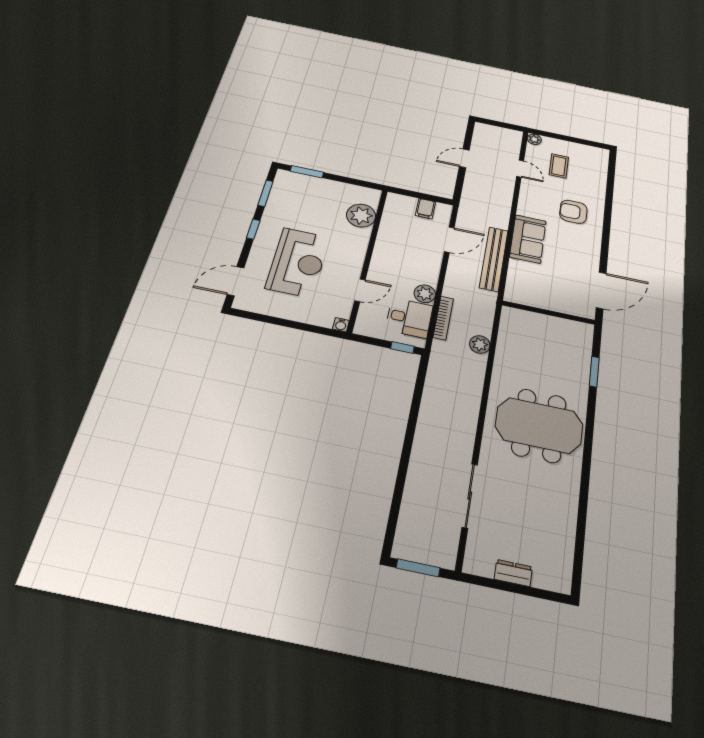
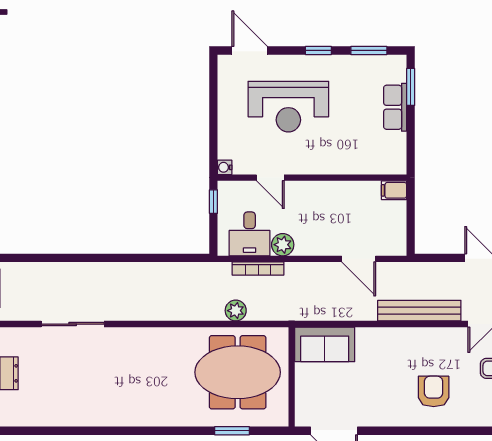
row of seats: (321, 186) -> (395, 107), added
filing cabinet: (425, 209) -> (394, 190), moved
plant: (361, 216) -> (366, 159), removed
sofa: (528, 239) -> (325, 344), moved
bench: (494, 259) -> (419, 311), moved
window: (402, 348) -> (213, 202), moved
meeting table: (539, 425) -> (238, 372), moved, turned 90

